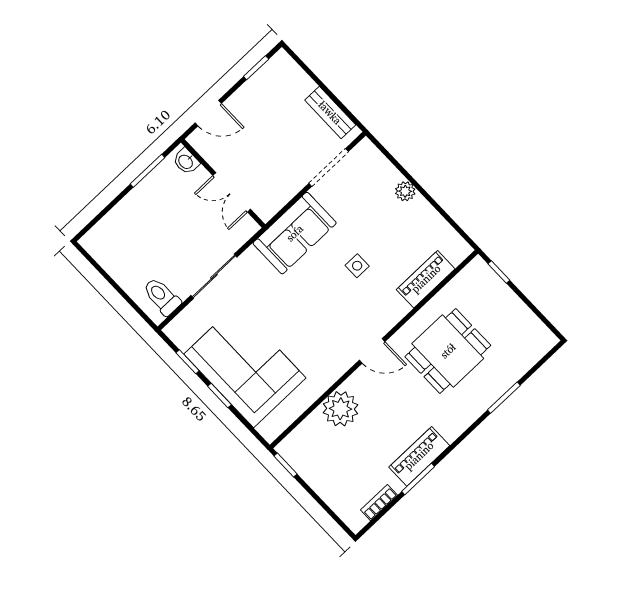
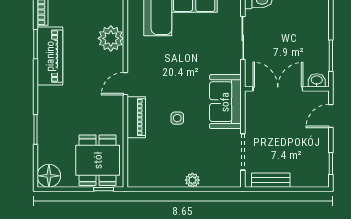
double door: (232, 192) -> (278, 89), width x1.37
piano: (426, 279) -> (136, 117), moved
floor lamp: (538, 340) -> (49, 176), added
dining table: (448, 351) -> (98, 160), moved
piano: (419, 456) -> (50, 56), width x1.37, depth x1.33

